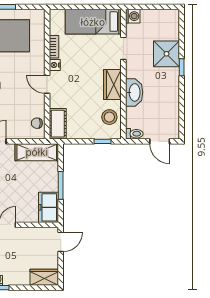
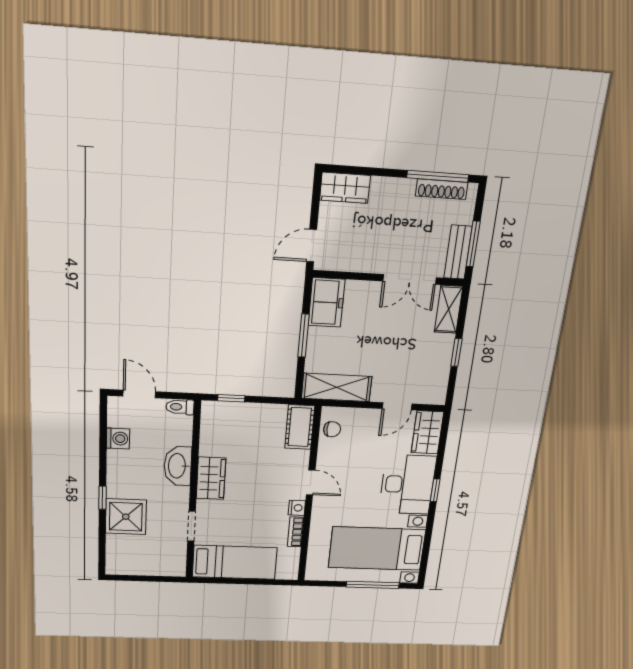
washing machine: (133, 16) -> (118, 438), moved, turned 180
stool: (109, 117) -> (218, 433), removed

